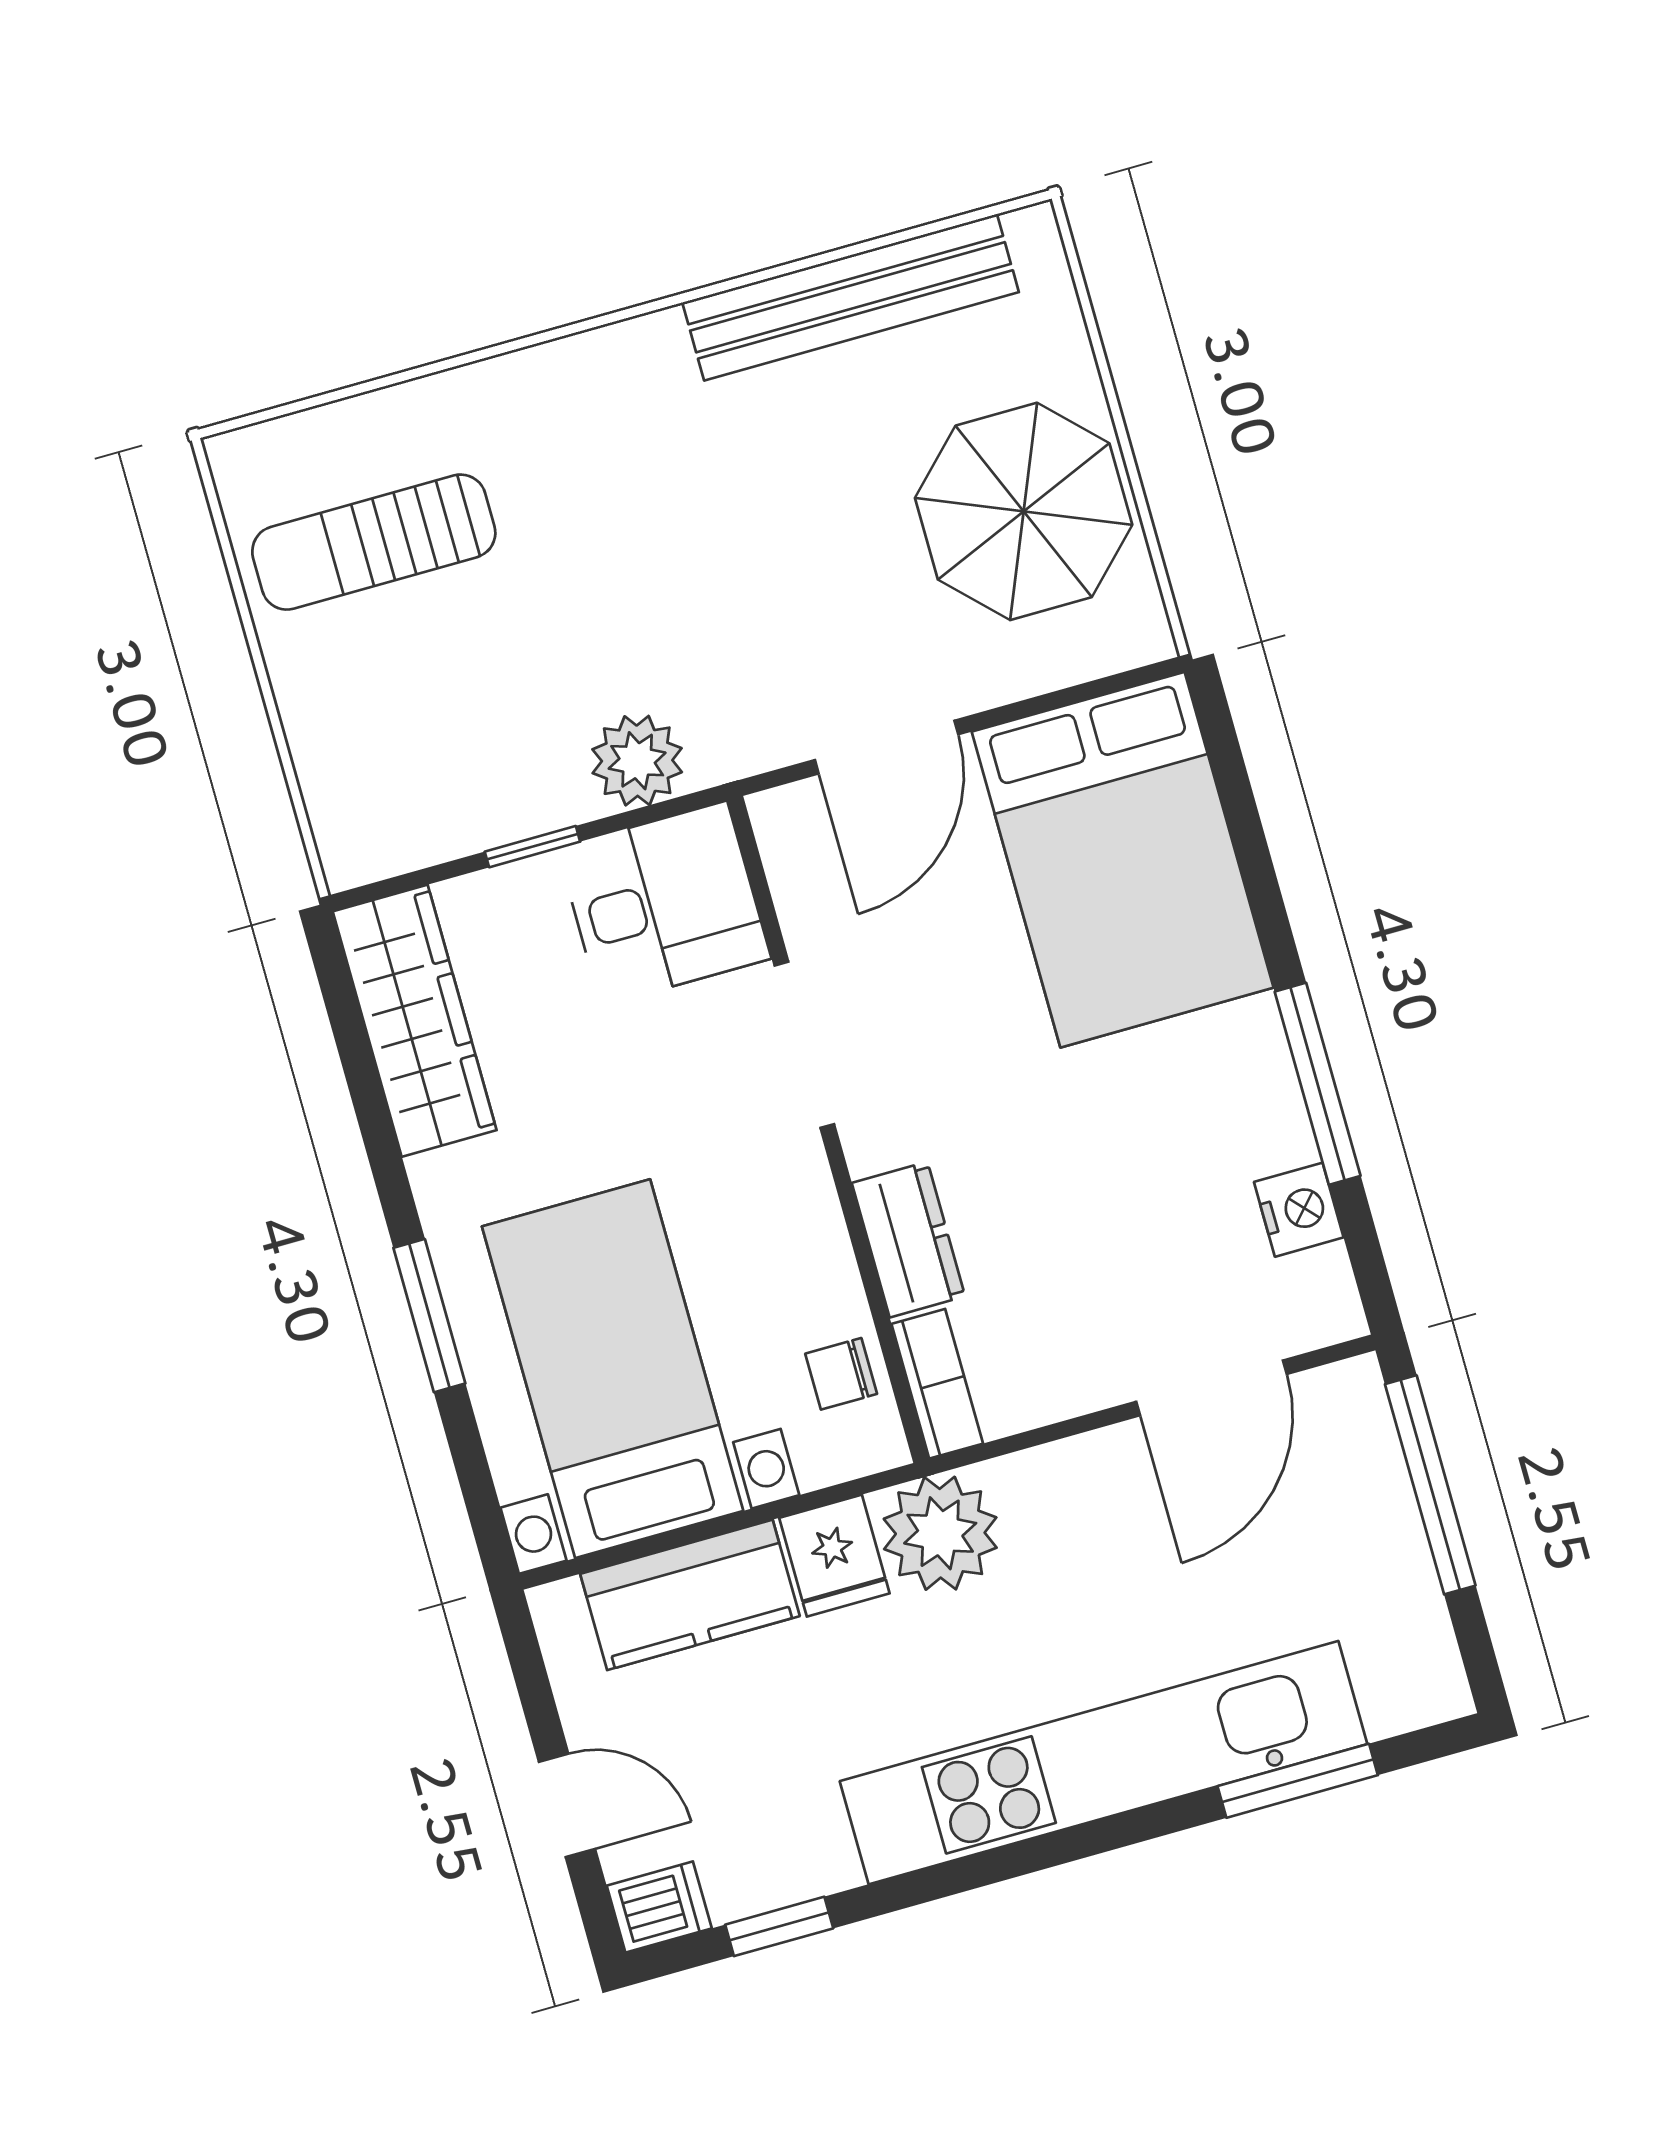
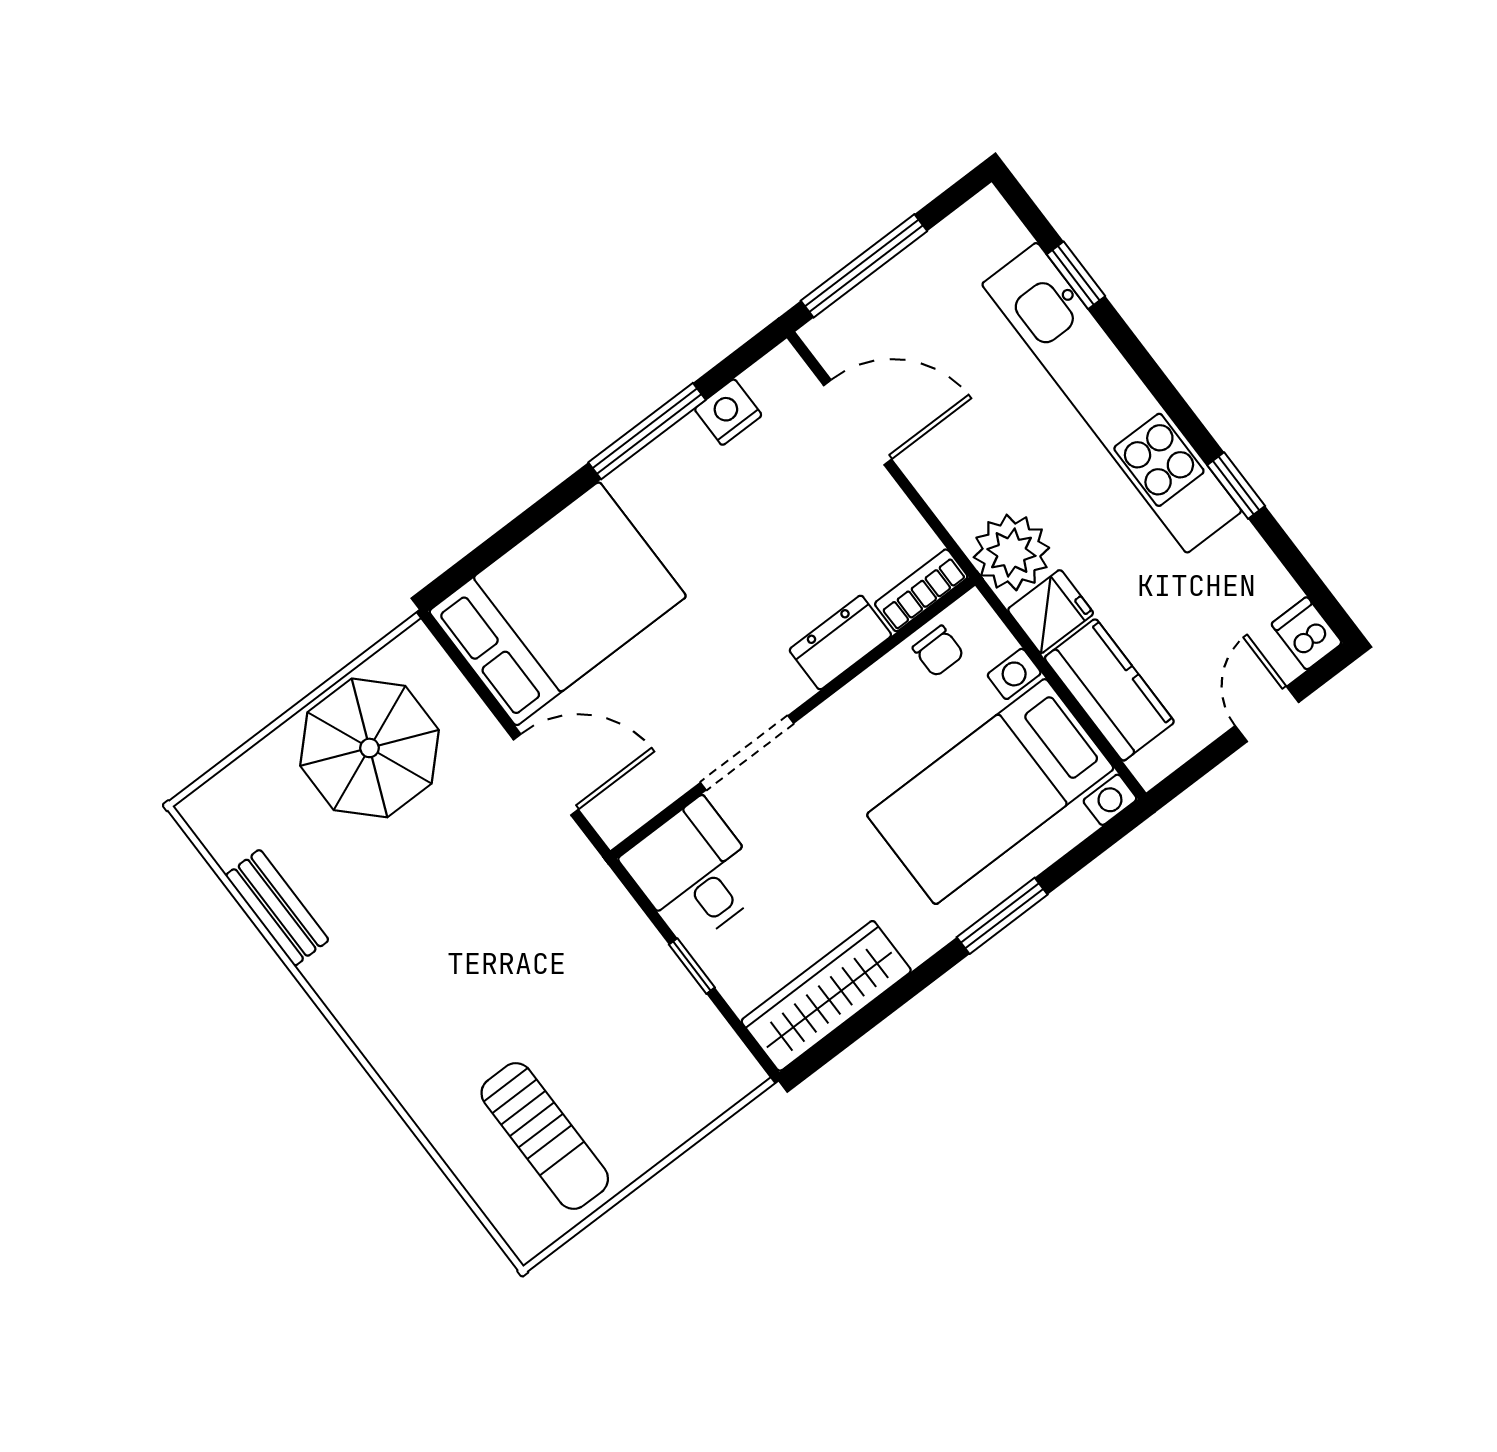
bench: (851, 297) -> (277, 908), width x0.54, depth x0.82
plant: (637, 761) -> (614, 923), removed
window: (1298, 1781) -> (1076, 275), width x0.67
window: (779, 1926) -> (1236, 486), moved

